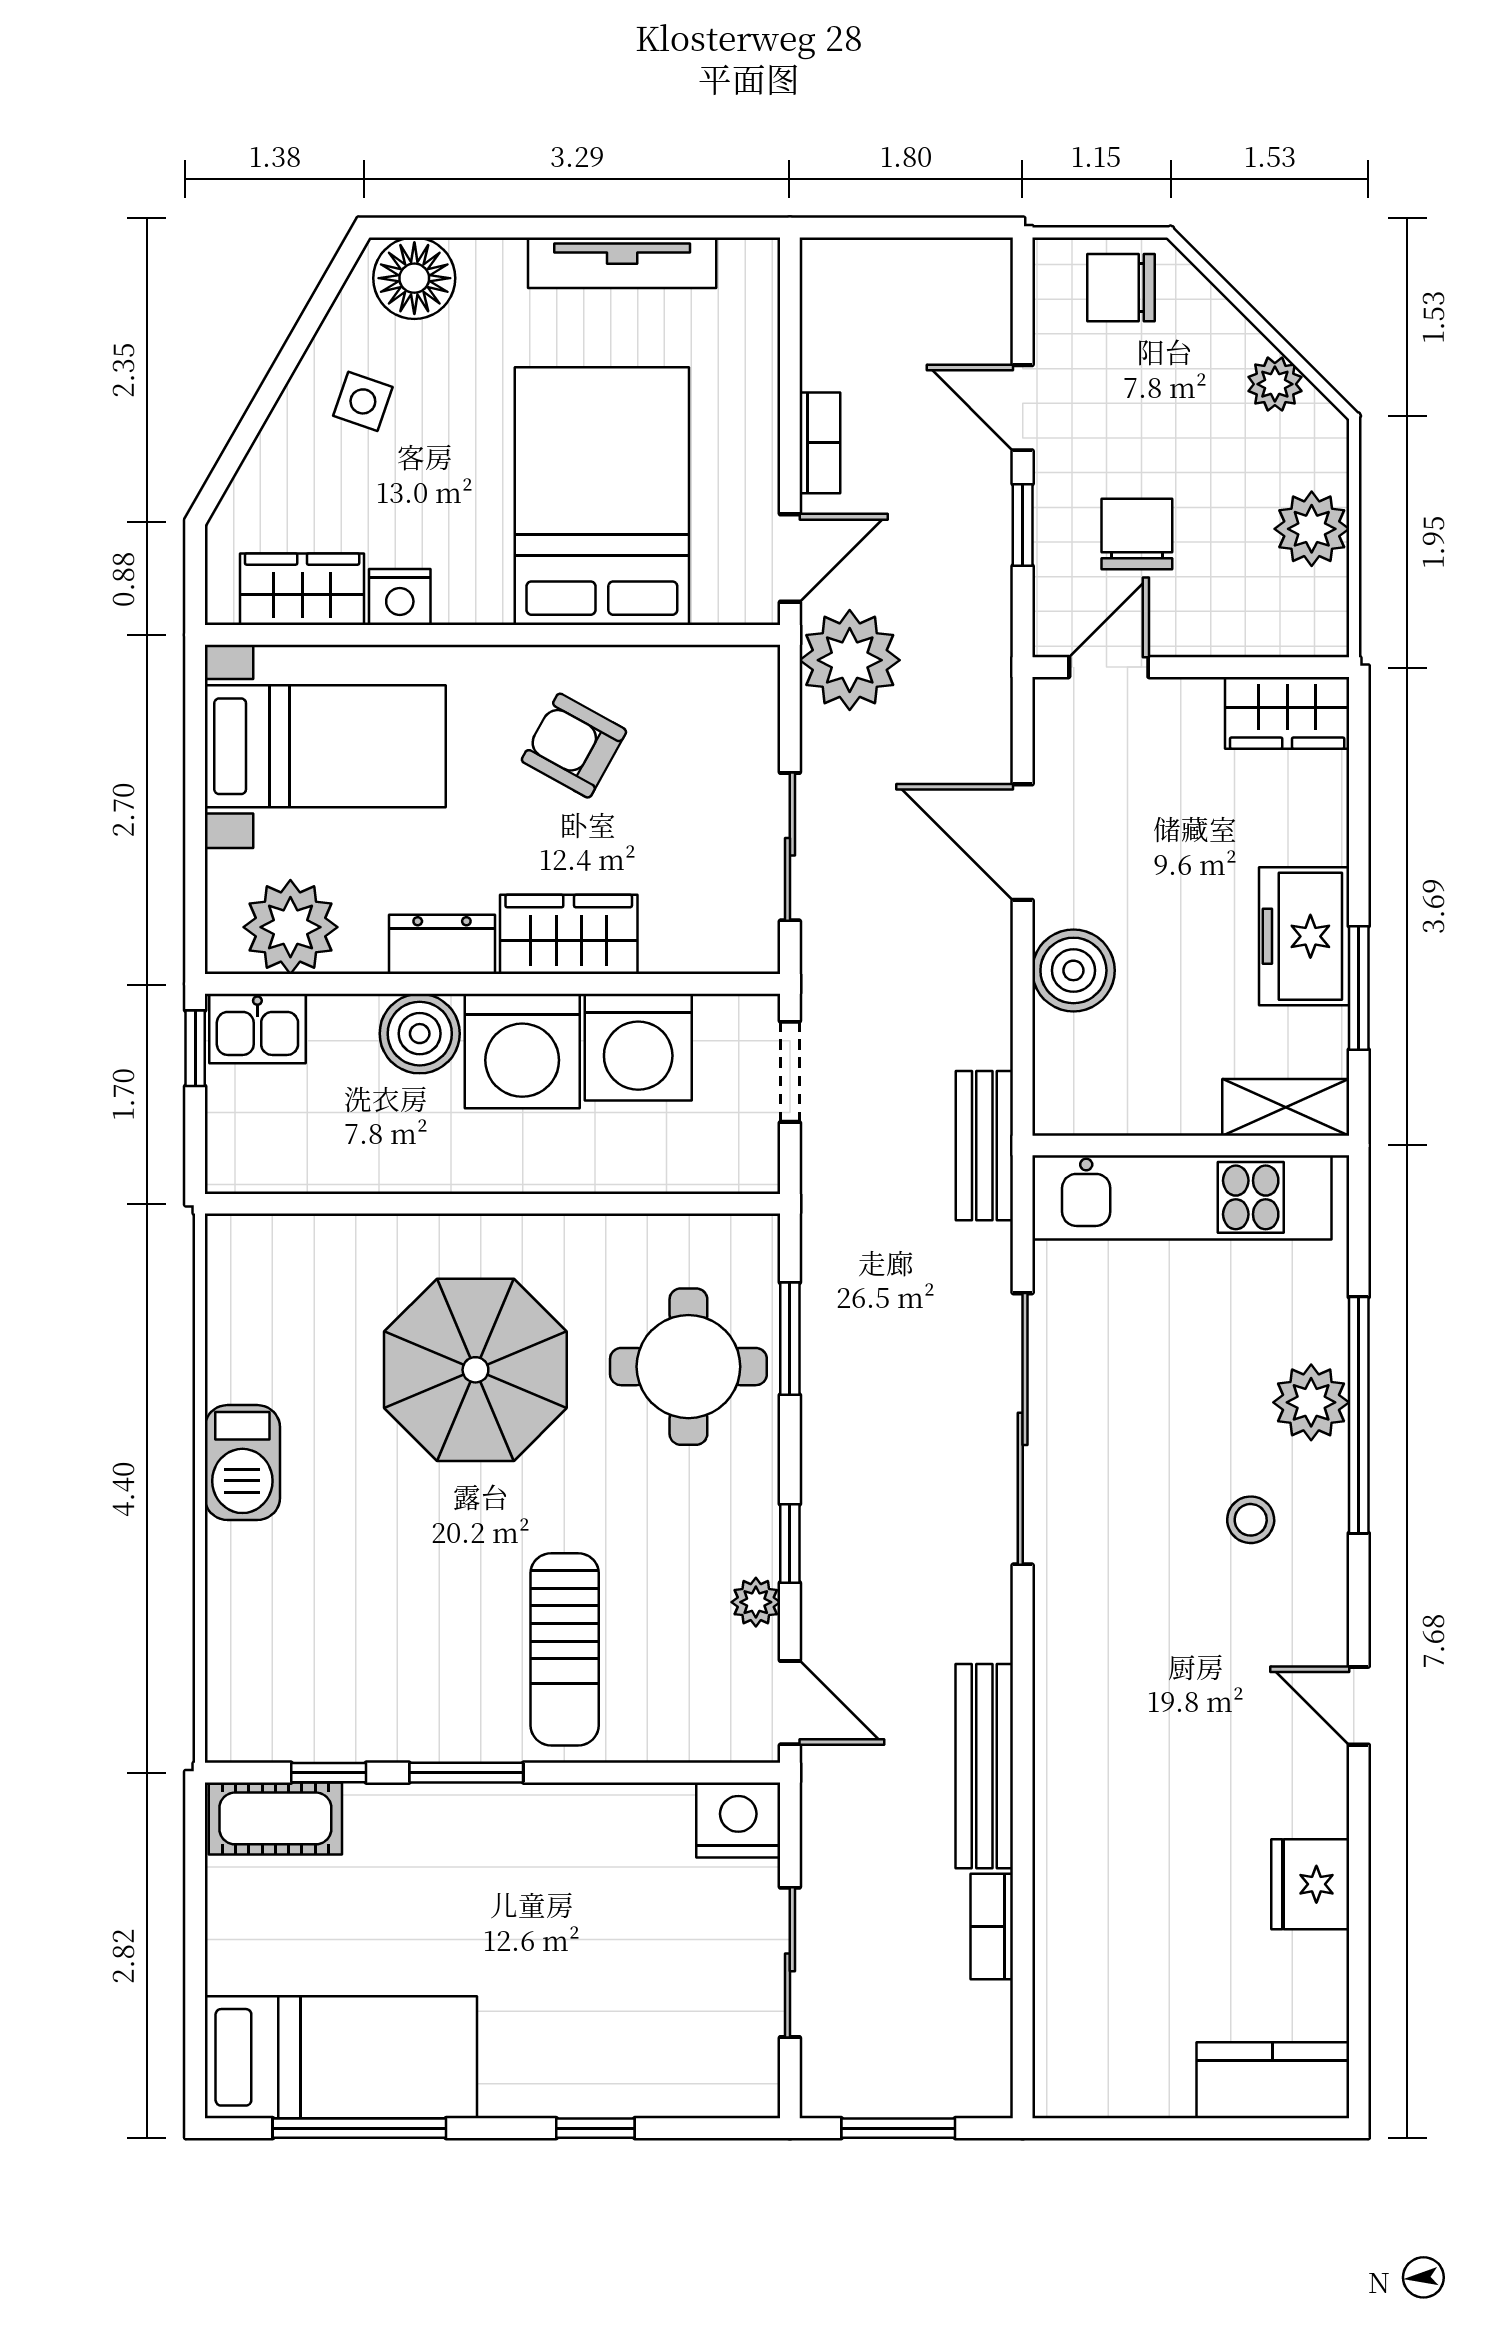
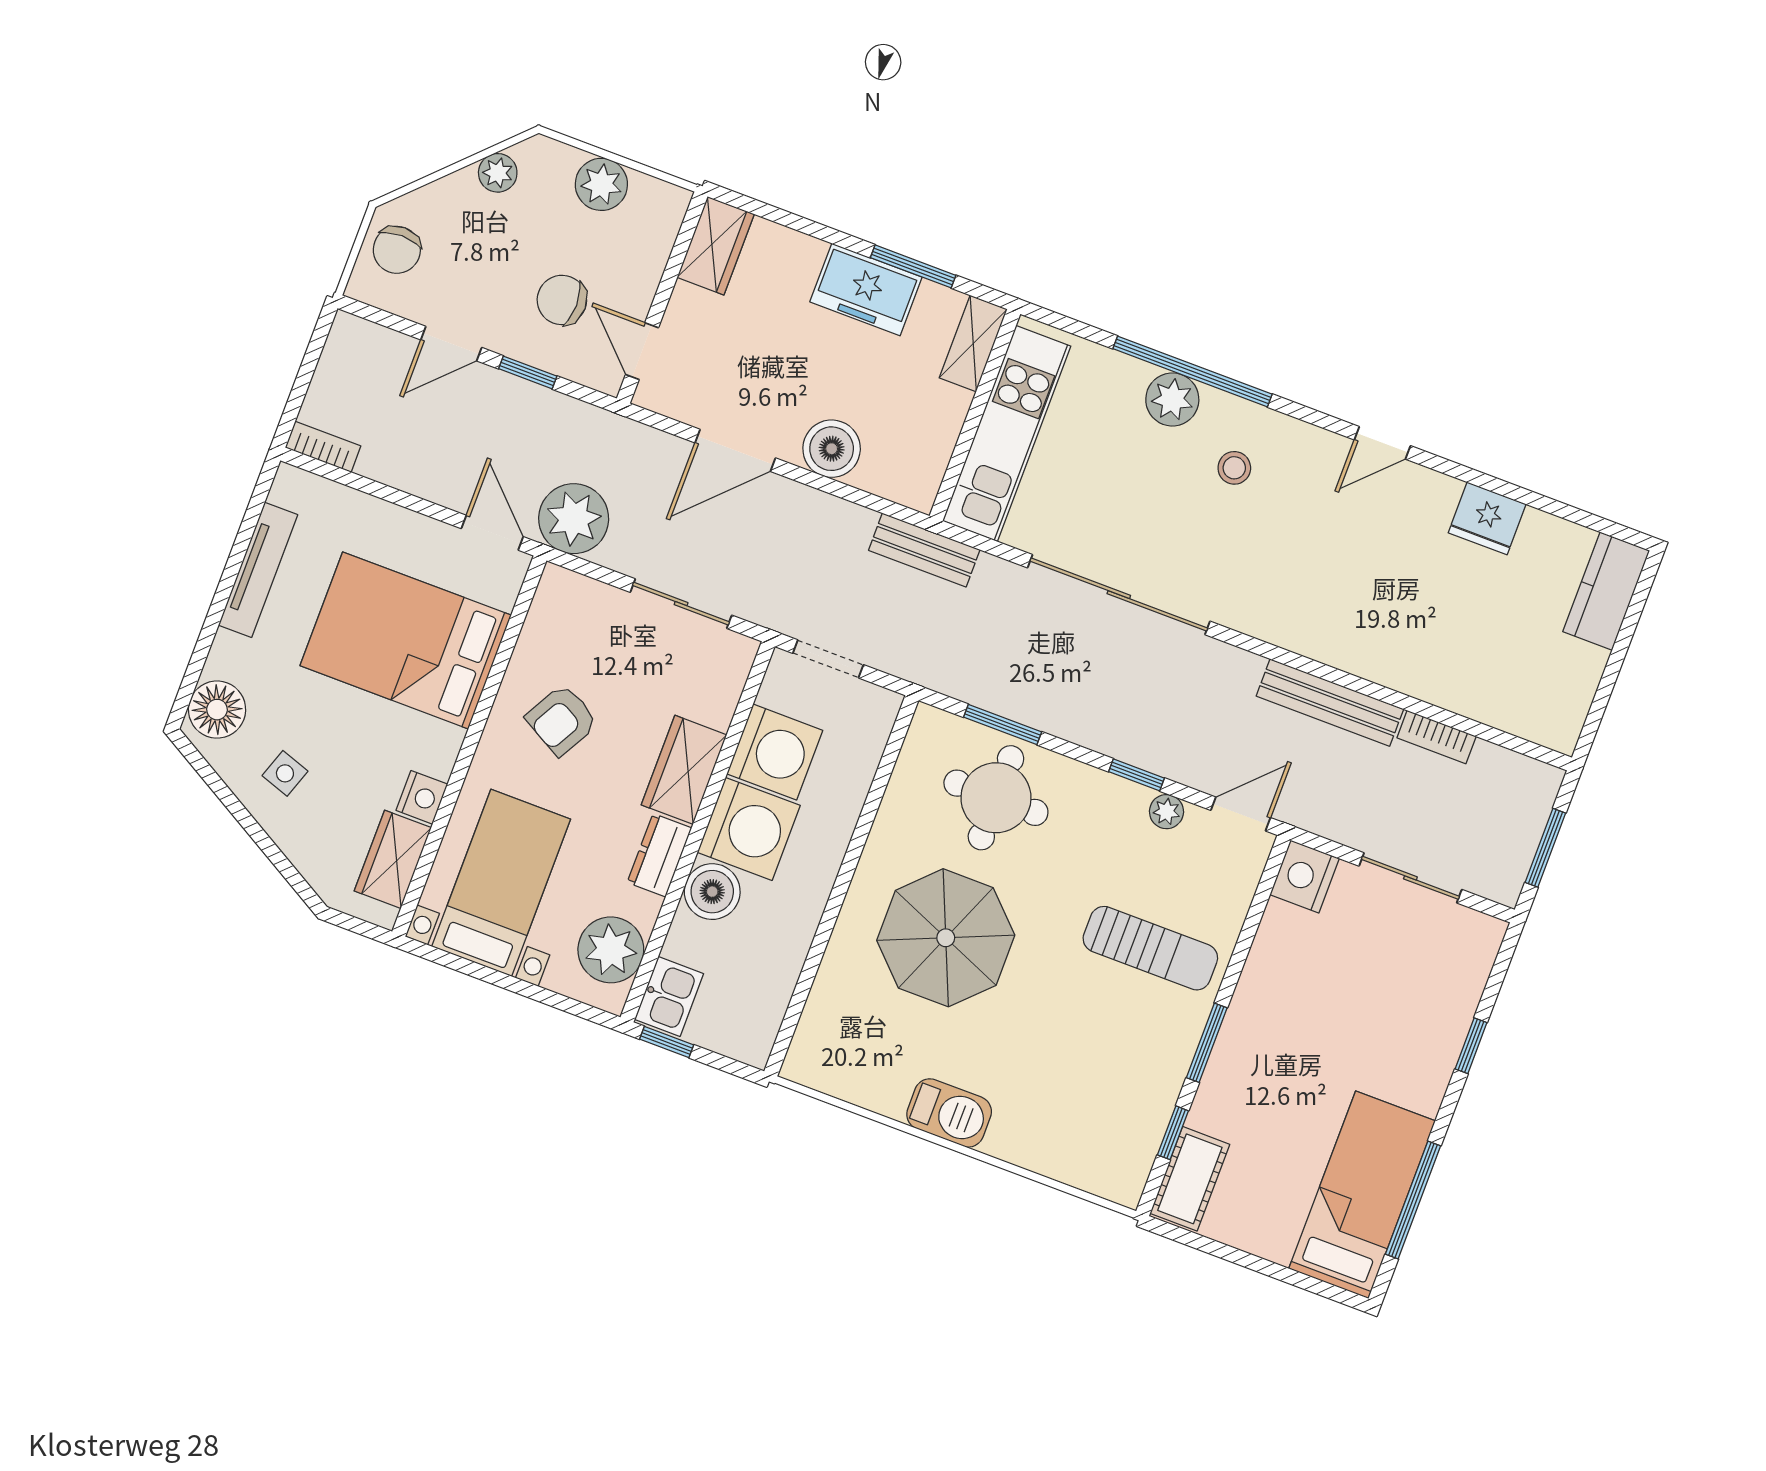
bookcase: (820, 443) -> (323, 447), moved

